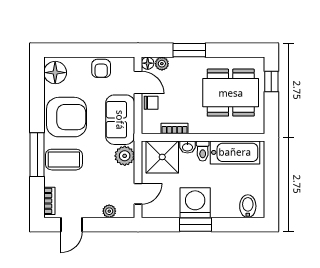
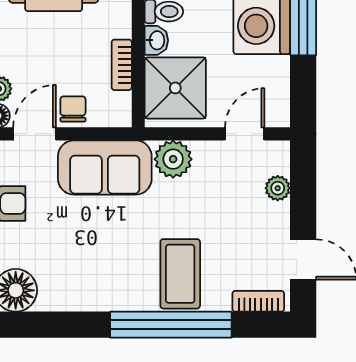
armchair: (67, 117) -> (100, 269), removed
window: (37, 155) -> (171, 325), width x1.46
door: (138, 194) -> (245, 134), hinge flipped

